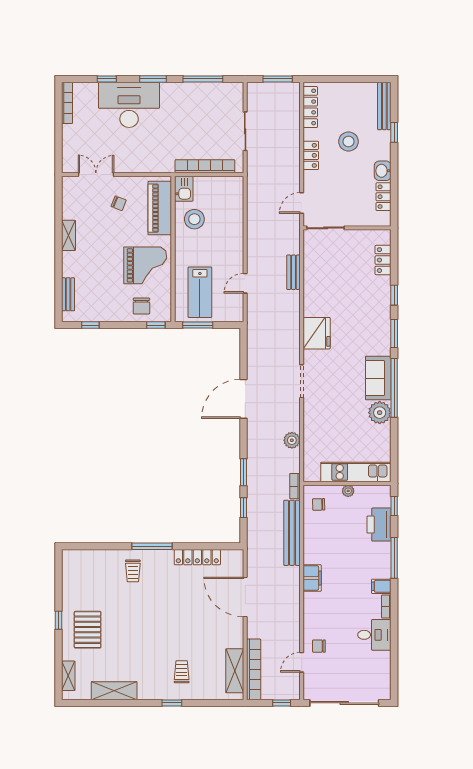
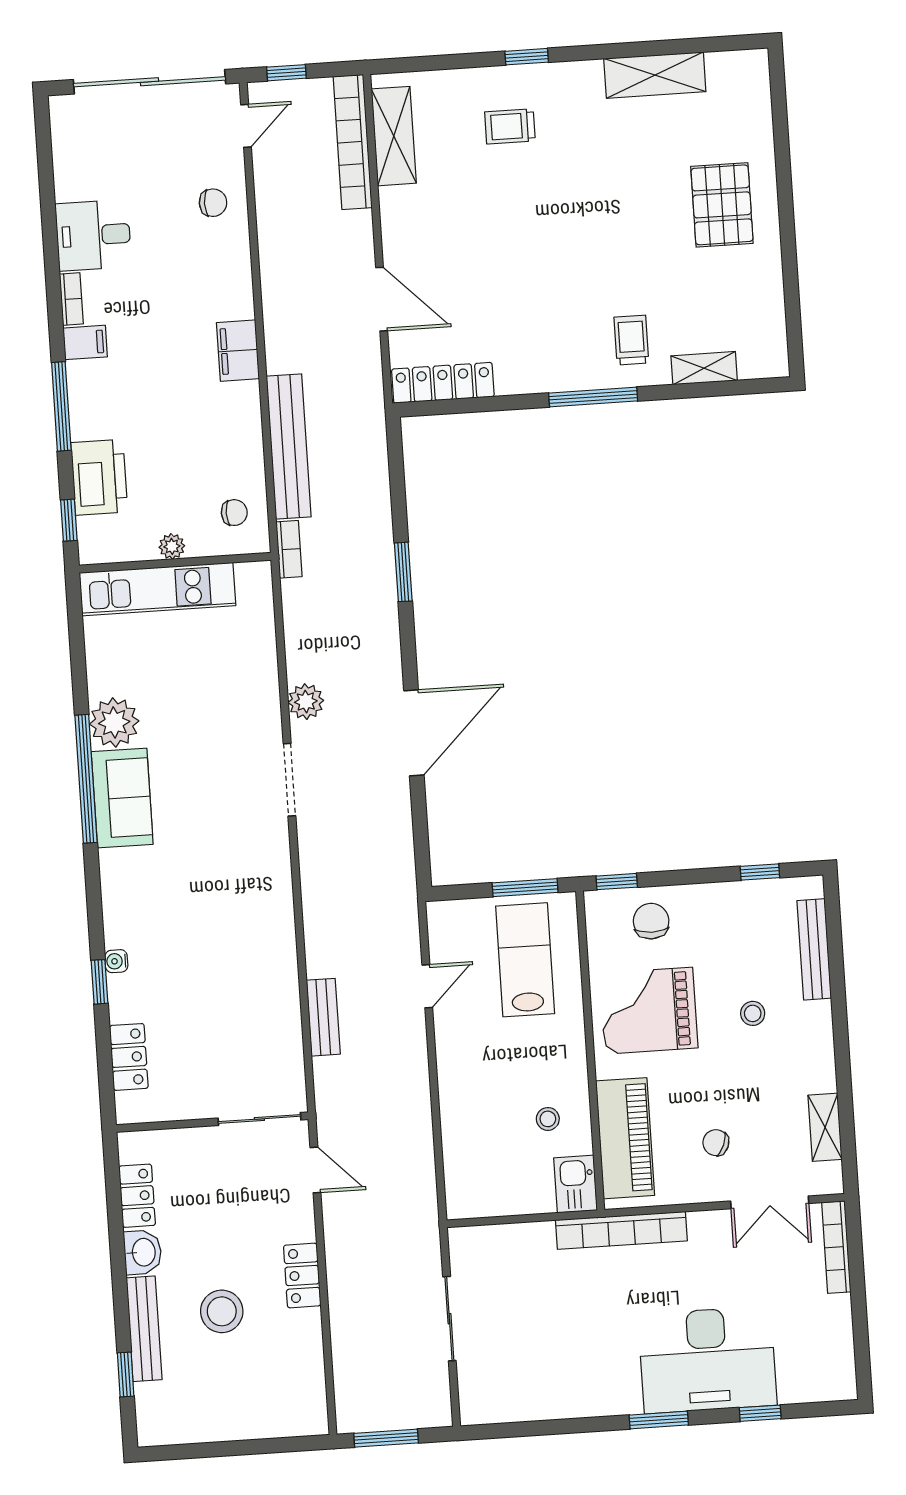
window: (203, 79) -> (549, 1427), removed
bookcase: (67, 103) -> (836, 1247), moved
bench: (384, 106) -> (144, 1329), moved
locker: (310, 107) -> (310, 1381), removed
window: (394, 132) -> (126, 1374), moved
bookcase: (205, 166) -> (621, 1230), moved
door: (302, 203) -> (315, 1170), hinge flipped
stool: (194, 219) -> (548, 1119), width x0.53, depth x0.53
shelving: (69, 235) -> (825, 1127), moved
stool: (98, 261) -> (753, 1013), added
bench: (68, 294) -> (814, 949), width x1.36
water cooler: (386, 304) -> (116, 961), added
fridge: (317, 333) -> (264, 887), removed
window: (394, 333) -> (94, 898), removed
plant: (292, 440) -> (306, 702), moved
window: (244, 508) -> (398, 495), removed
locker: (197, 557) -> (443, 383), moved
door: (245, 597) -> (382, 299), width x0.73
window: (59, 620) -> (787, 221), removed
door: (302, 662) -> (246, 126), moved
trolley: (182, 672) -> (510, 126), turned 90
shelving: (68, 676) -> (704, 368), moved, turned 90

